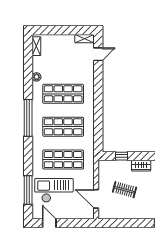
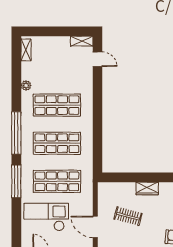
door: (98, 54) -> (98, 59), hinge flipped
window: (122, 156) -> (125, 177), removed
window: (28, 190) -> (16, 181), moved

